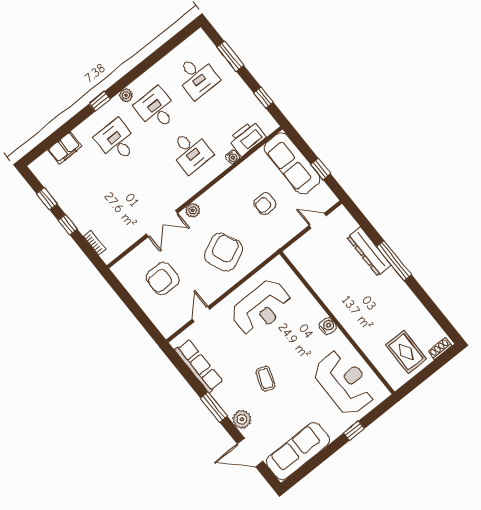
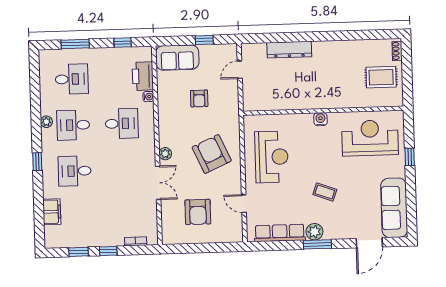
plant: (126, 95) -> (46, 122), moved
sofa: (292, 163) -> (177, 58), width x0.73
window: (394, 261) -> (309, 37), removed
plant: (242, 419) -> (314, 232), moved

